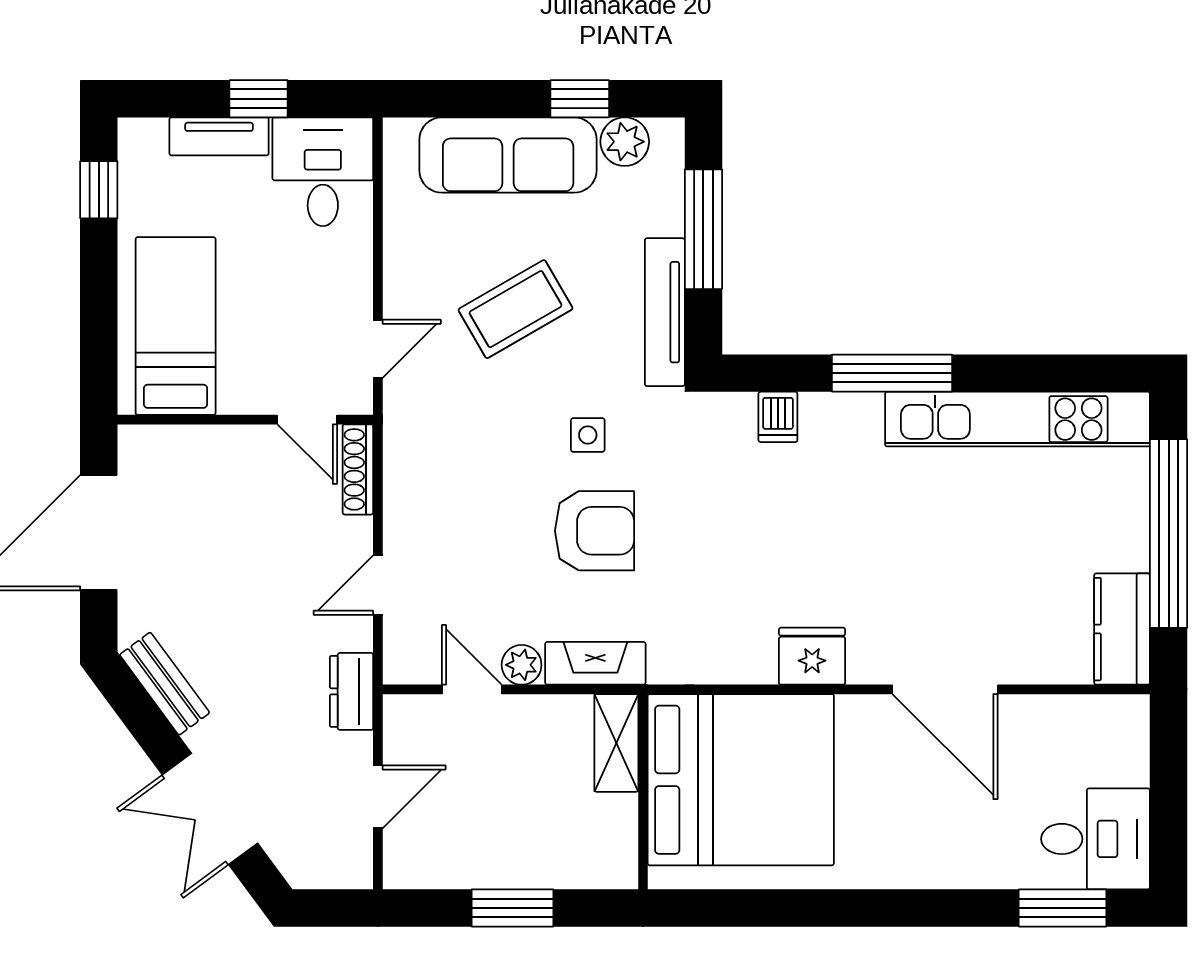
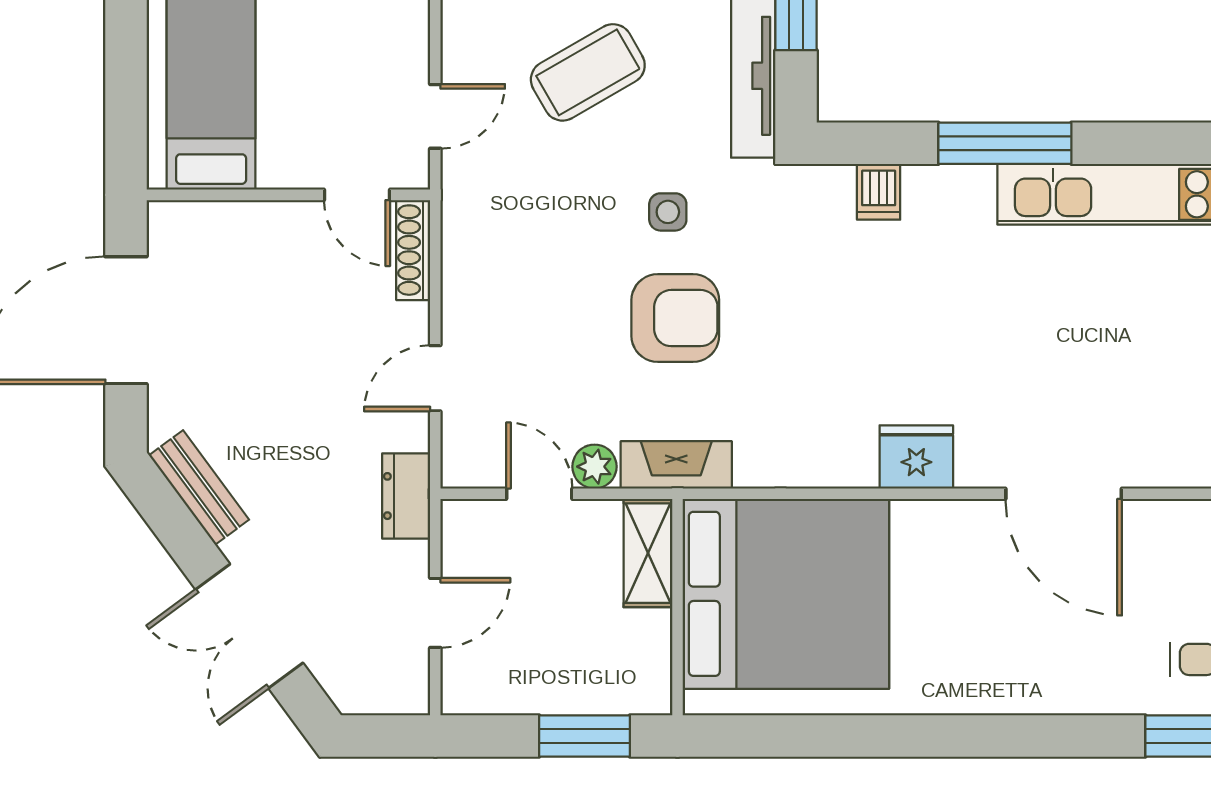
shelving: (616, 743) -> (648, 553), moved
bed: (741, 780) -> (786, 594), moved
wall: (643, 792) -> (678, 607), moved

